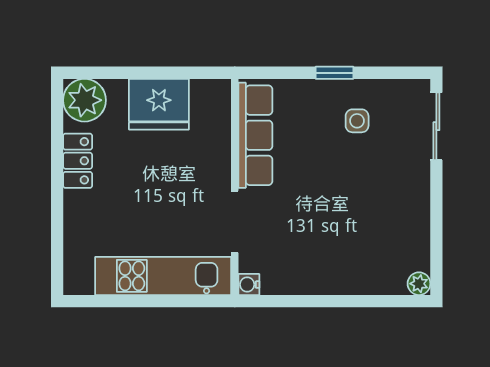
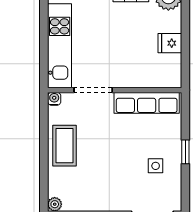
fridge: (159, 104) -> (170, 43), width x0.53, depth x0.75
coffee table: (324, 268) -> (65, 146), added

